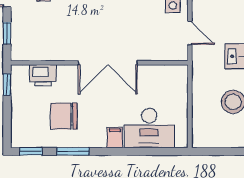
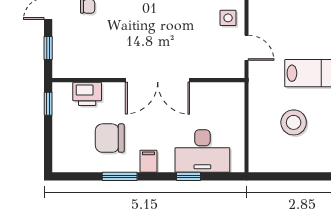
filing cabinet: (115, 137) -> (148, 161), moved
window: (31, 151) -> (189, 176), moved

